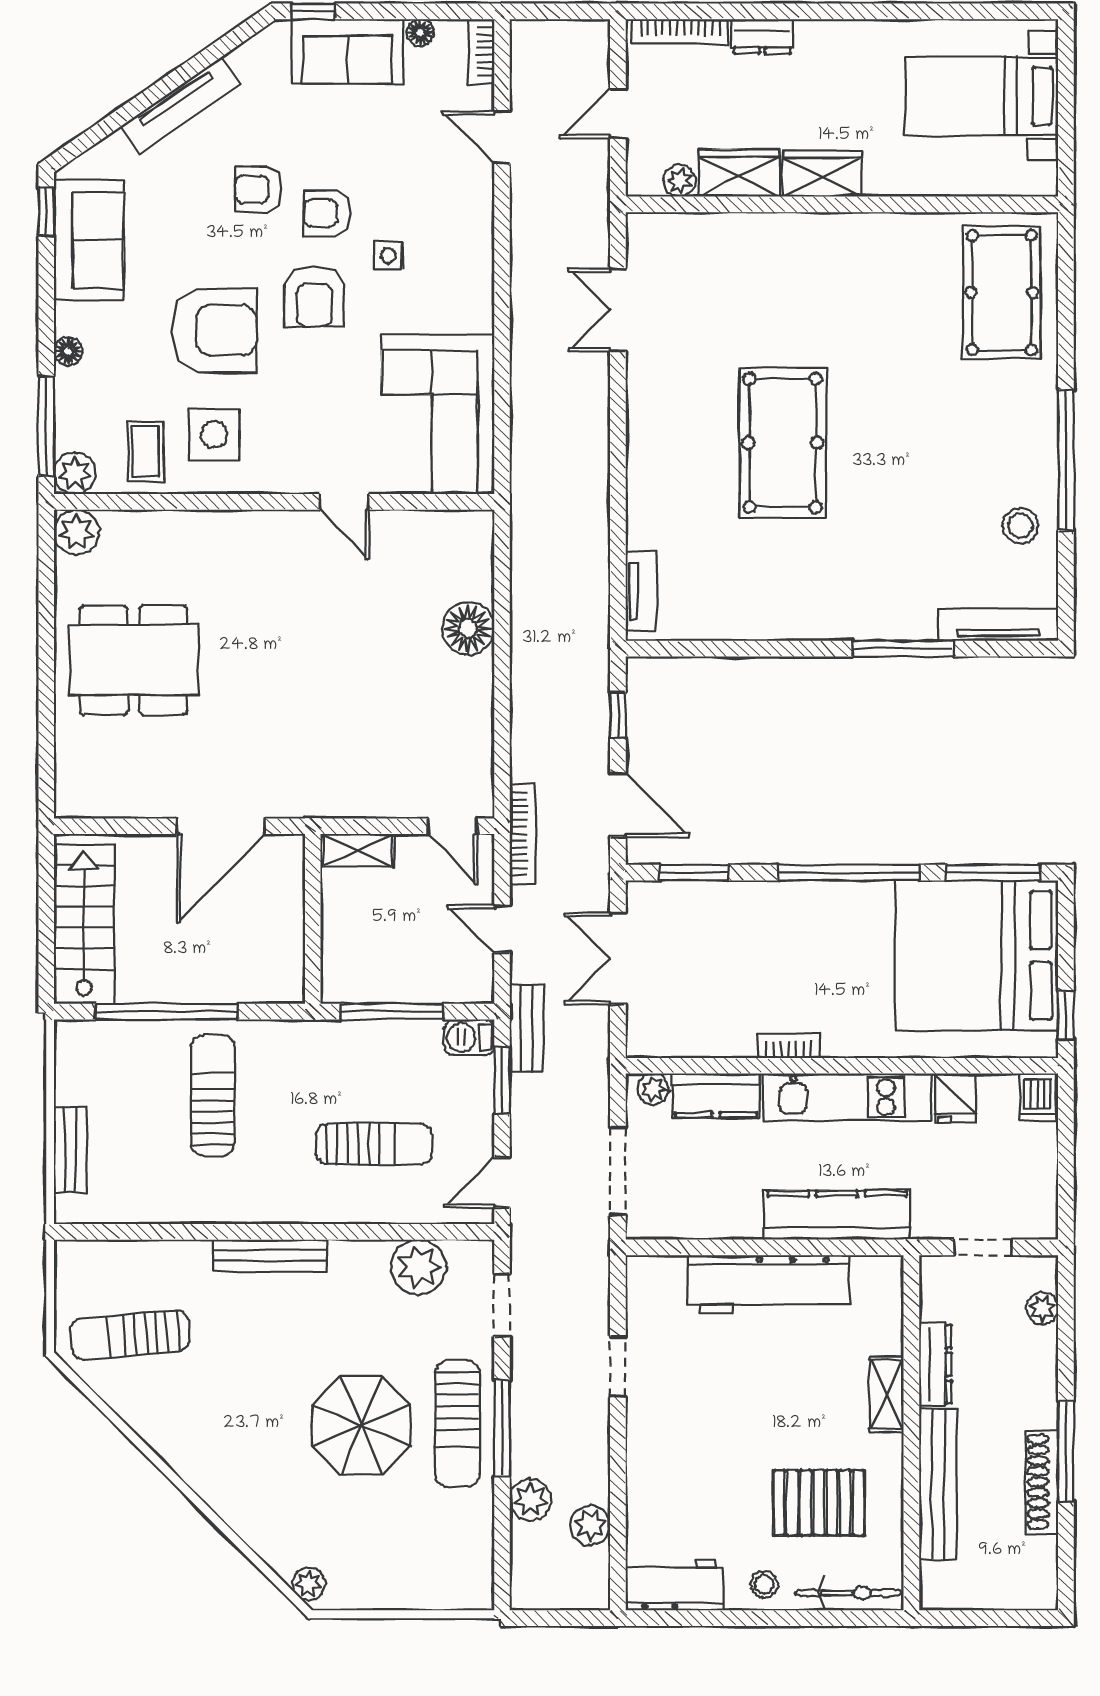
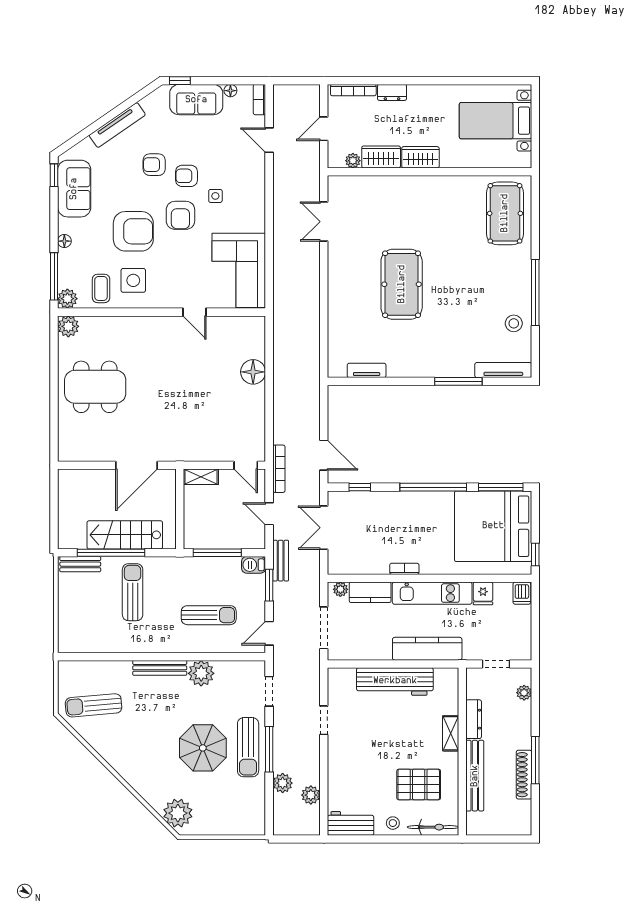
tv unit: (641, 591) -> (367, 370), moved, turned -90
window: (618, 715) -> (324, 413), removed
window: (694, 873) -> (360, 487), width x0.67
stairs: (84, 924) -> (125, 535), moved, turned -90
bench: (70, 1150) -> (80, 564), moved, turned 90
plant: (418, 1267) -> (201, 673), moved
plant: (309, 1584) -> (178, 813), width x1.88, depth x1.88

